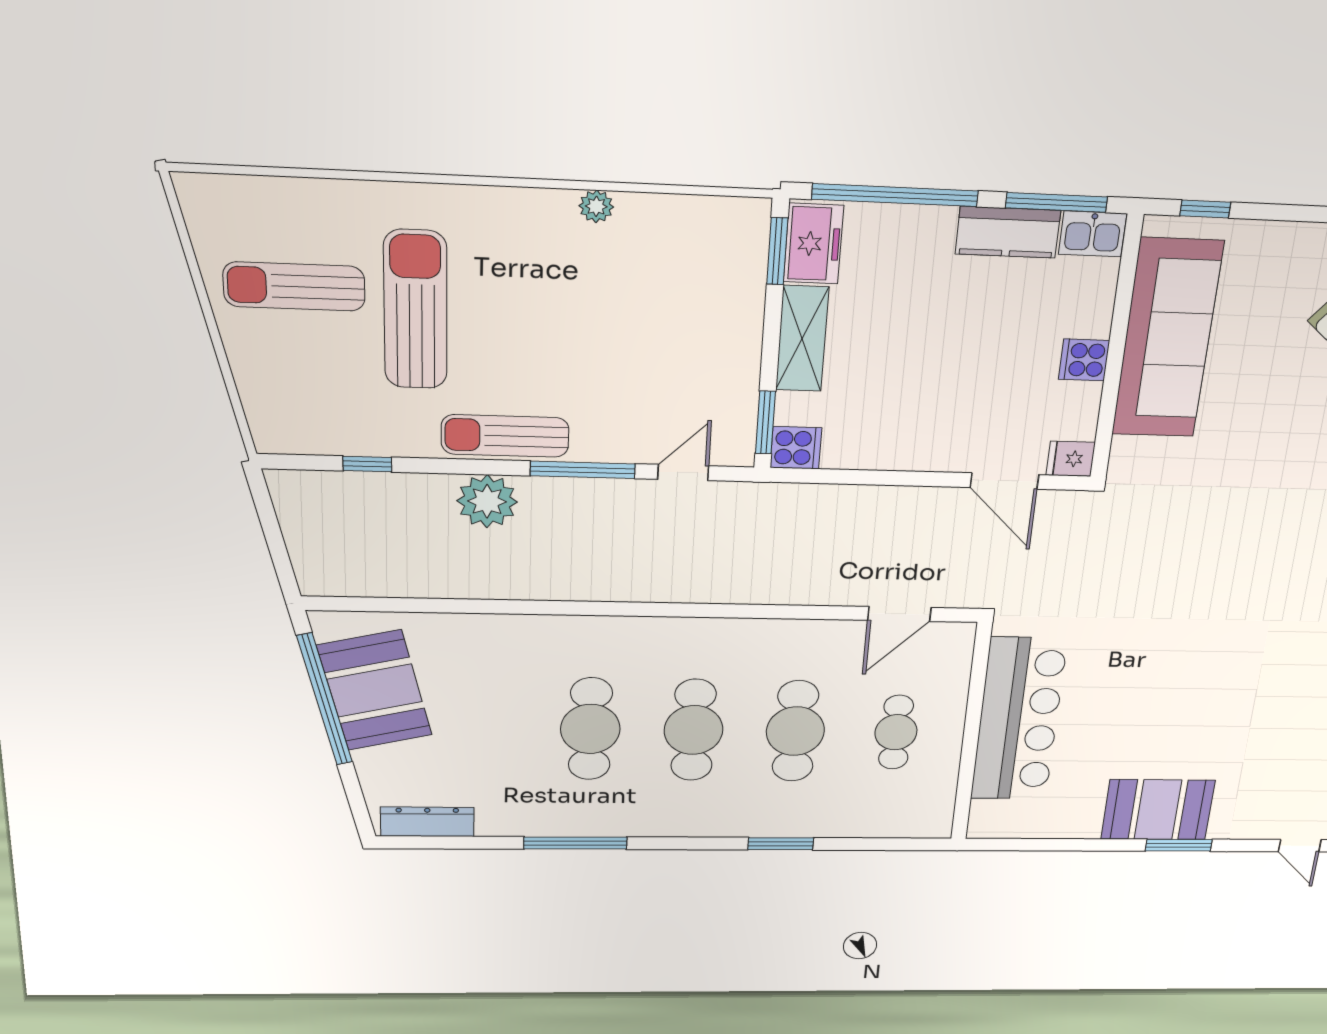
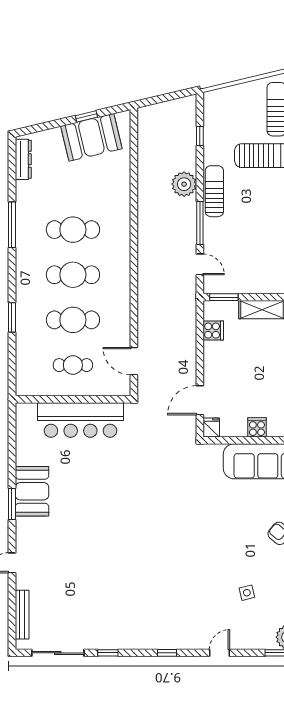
cooker: (796, 448) -> (213, 331), moved, turned -90
window: (325, 700) -> (86, 116), width x0.32

